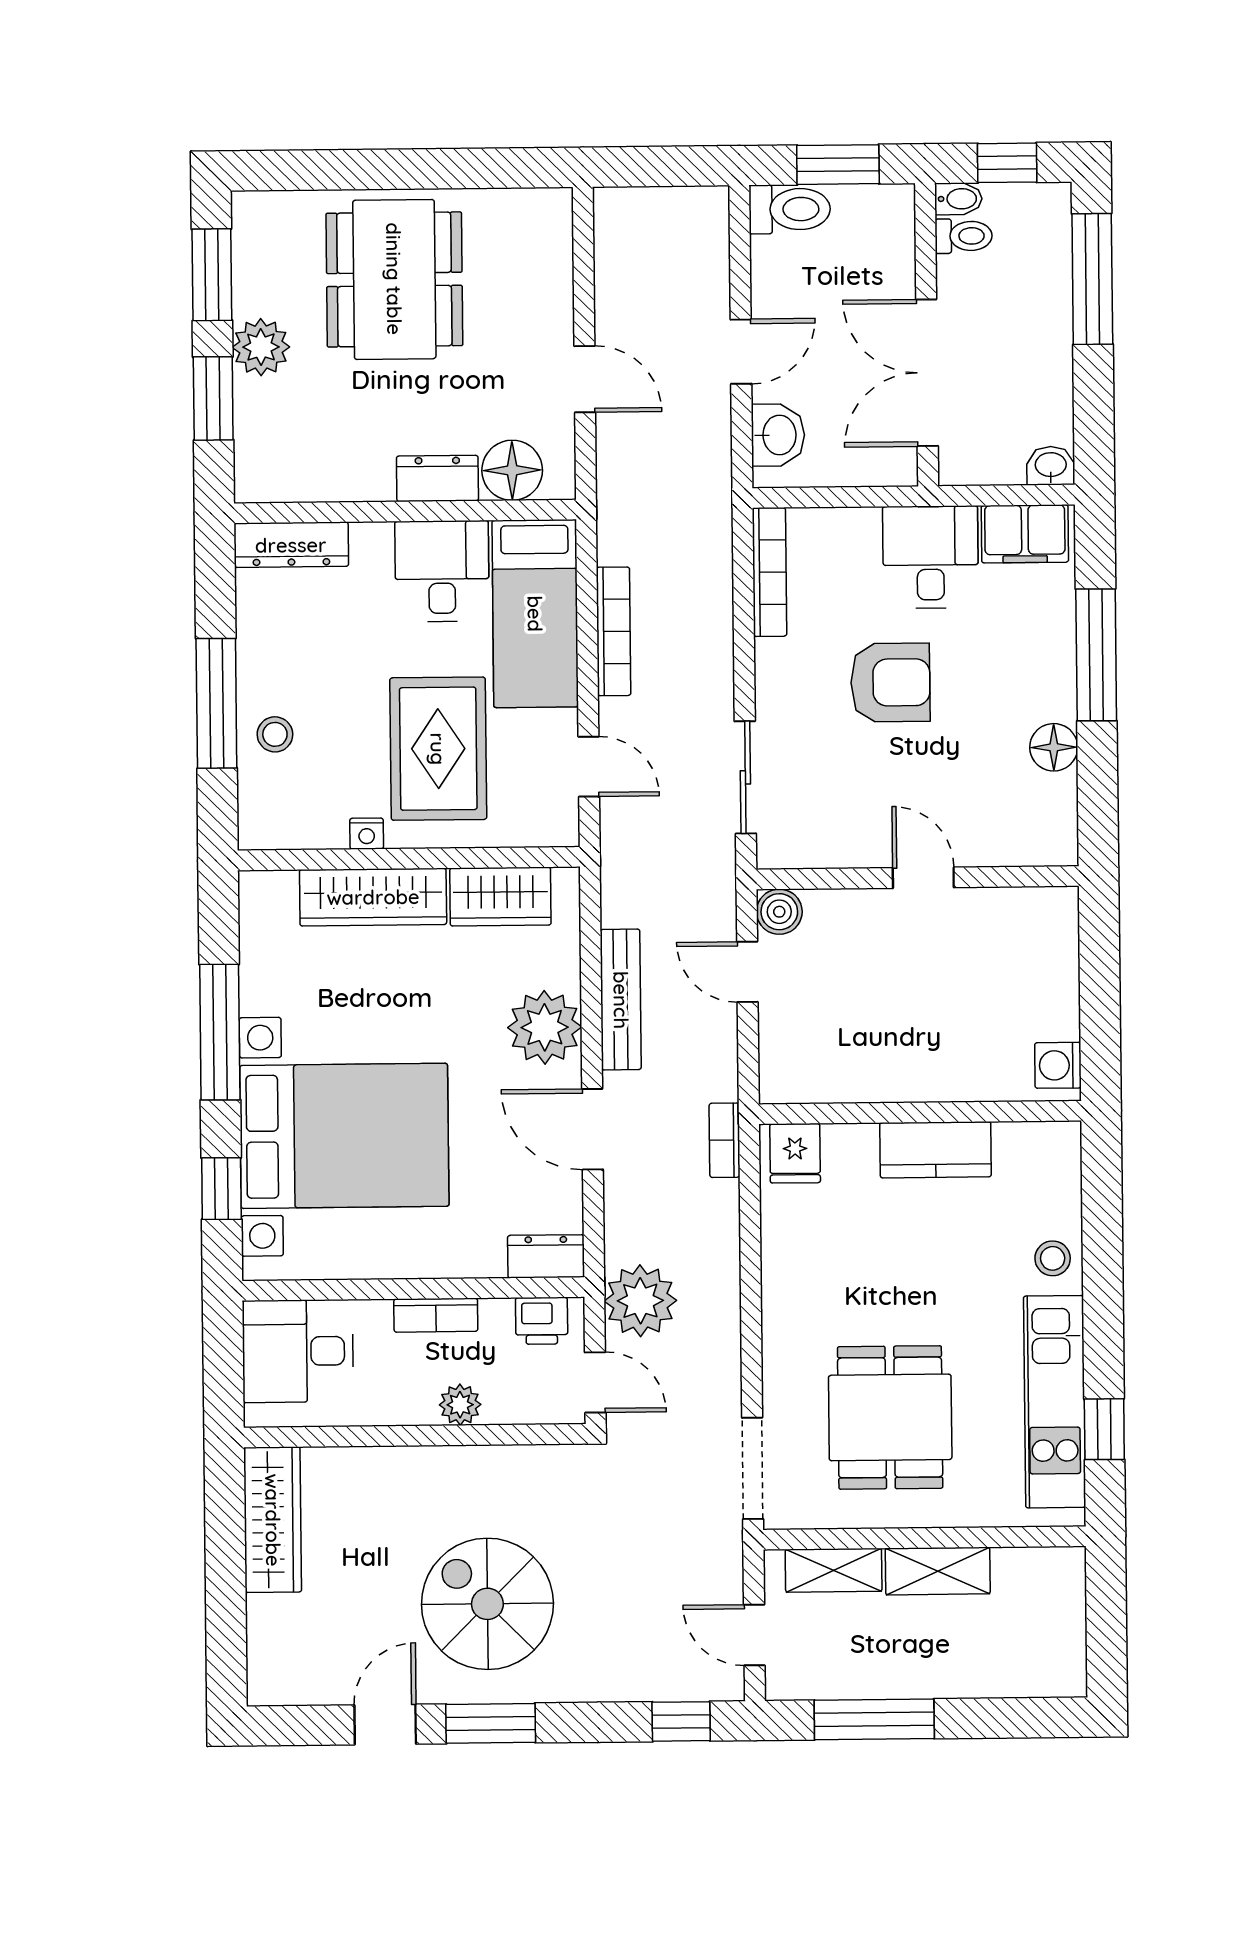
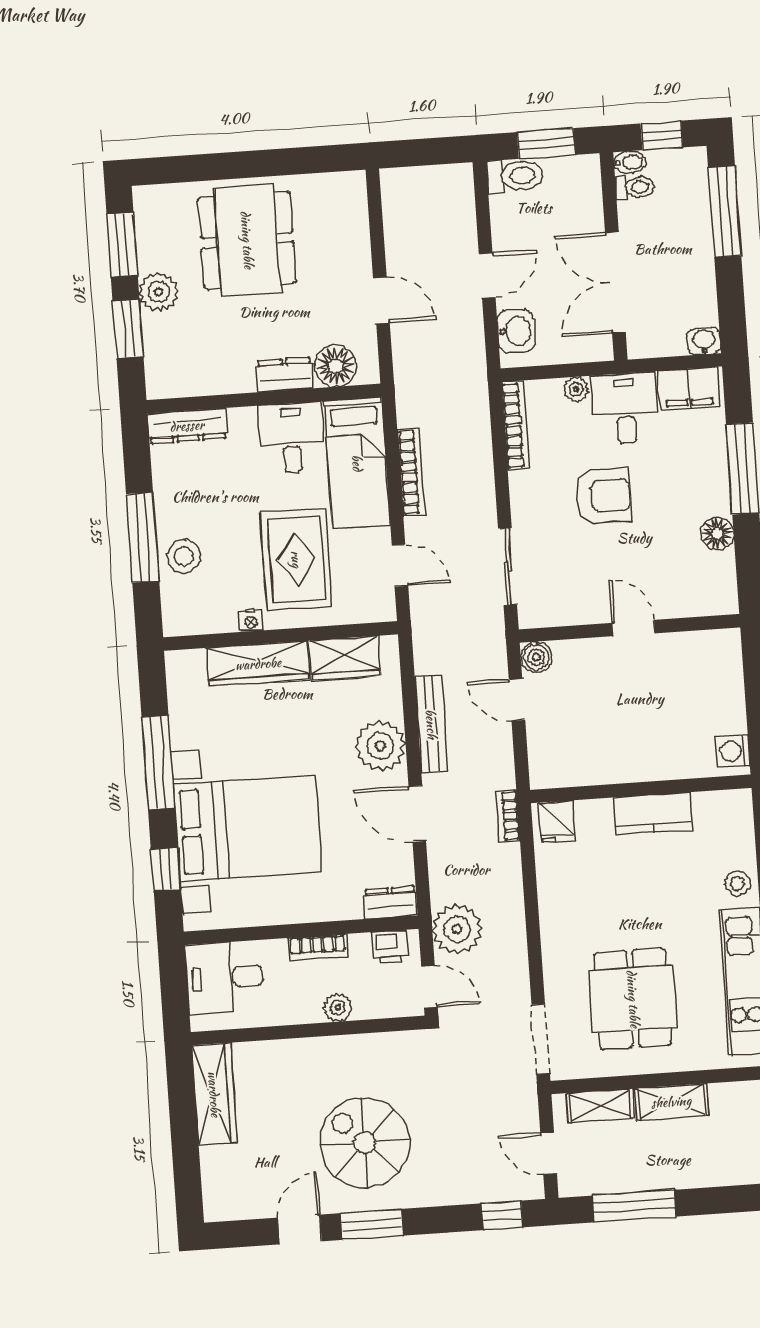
plant: (861, 525) -> (576, 389), added
stool: (275, 734) -> (184, 556), width x1.37, depth x1.37

